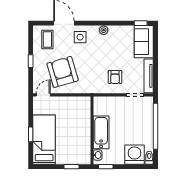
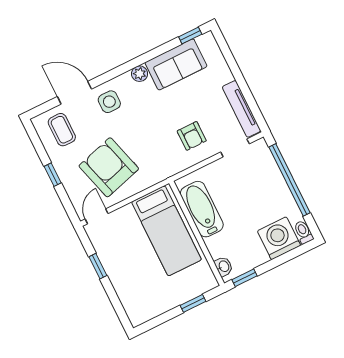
sofa: (144, 42) -> (176, 64), moved, turned -90
bathtub: (101, 132) -> (202, 209), moved
window: (31, 134) -> (98, 266), moved
bed: (44, 140) -> (166, 231), moved, turned 180

